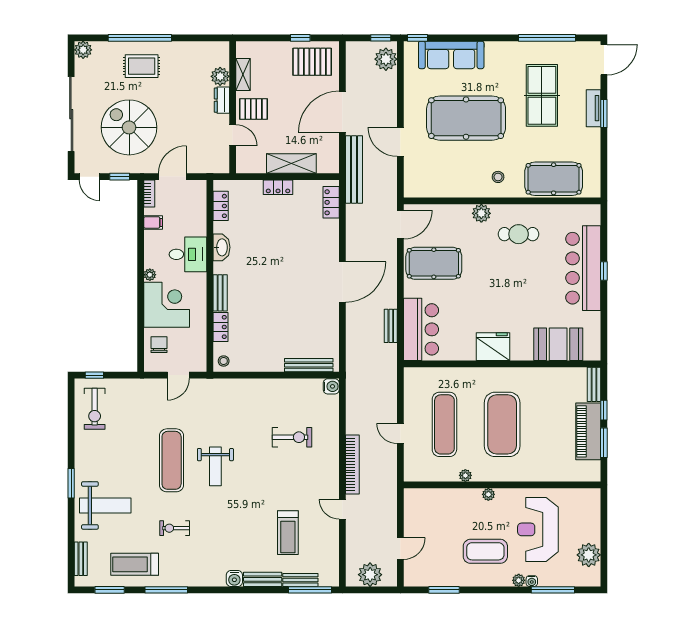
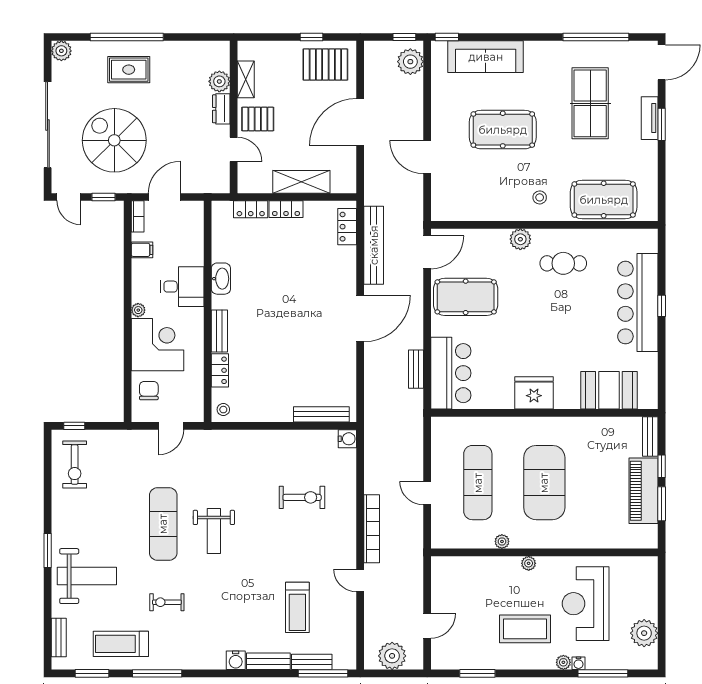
pool table: (466, 118) -> (503, 130), width x0.73, depth x0.76
bench: (354, 170) -> (374, 245), moved
locker: (221, 206) -> (251, 209), moved, turned 90

